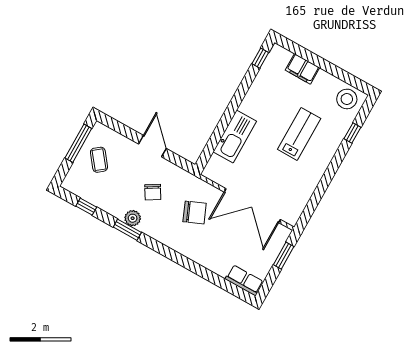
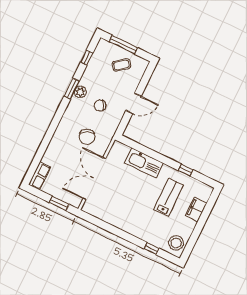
window: (260, 58) -> (186, 170), moved
lab bench: (299, 134) -> (169, 197), moved, turned -90
window: (78, 143) -> (123, 45), moved

